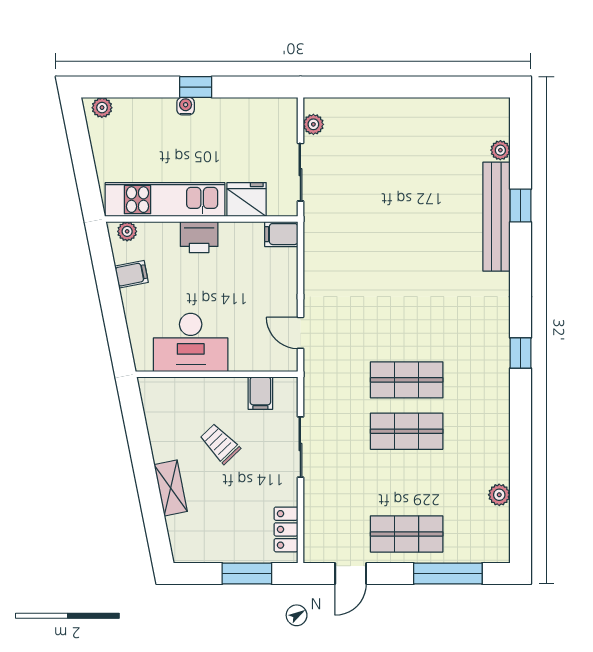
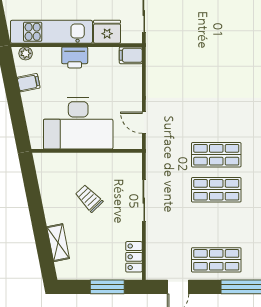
desk: (191, 342) -> (78, 123), width x1.36, depth x1.30
filing cabinet: (260, 393) -> (116, 164), removed
shelving: (171, 488) -> (58, 243), moved

